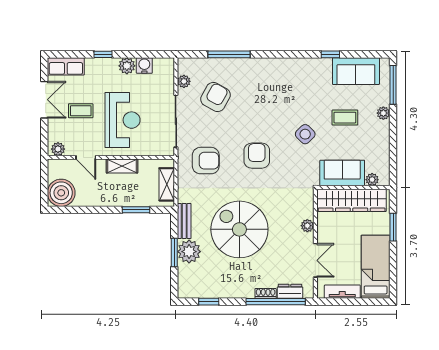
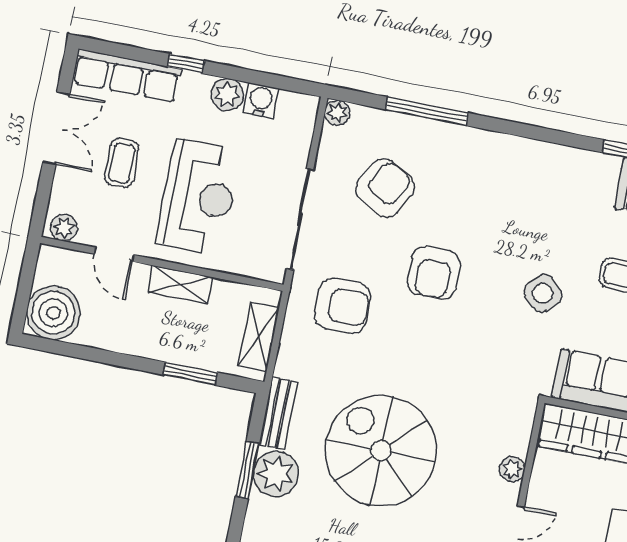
row of seats: (66, 66) -> (127, 76), width x1.48
plant: (184, 81) -> (337, 113), moved
coffee table: (81, 111) -> (122, 163), turned 90
armchair: (257, 156) -> (434, 273), moved, turned 180

